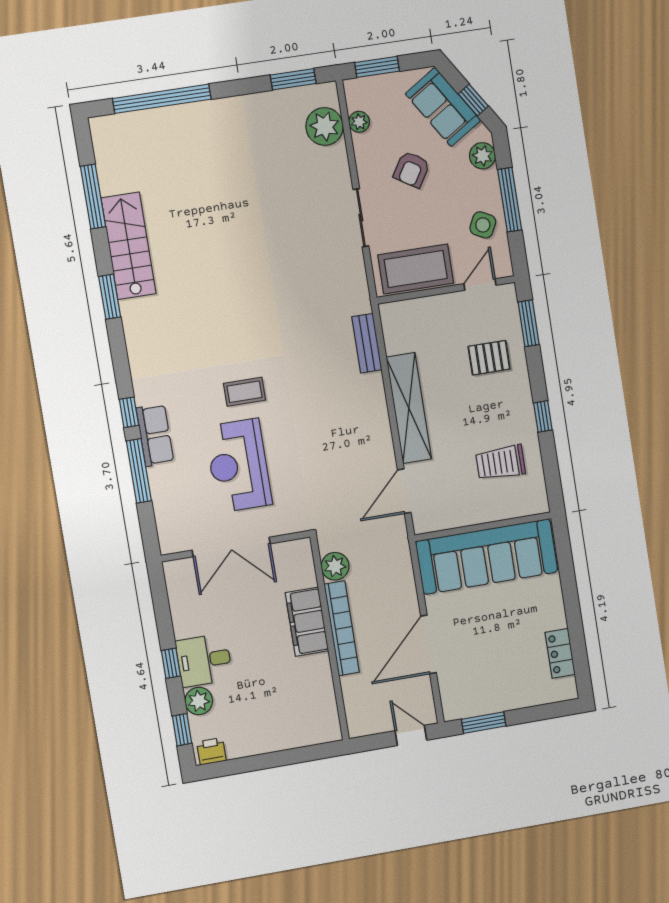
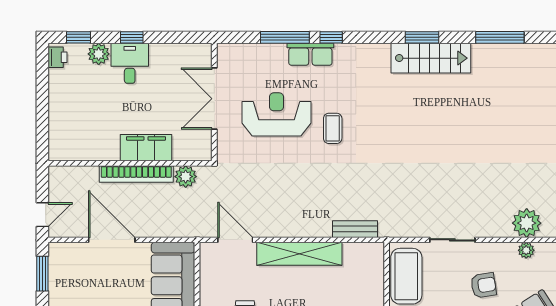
armchair: (412, 169) -> (484, 285), turned 139
stairs: (129, 246) -> (431, 58), moved

